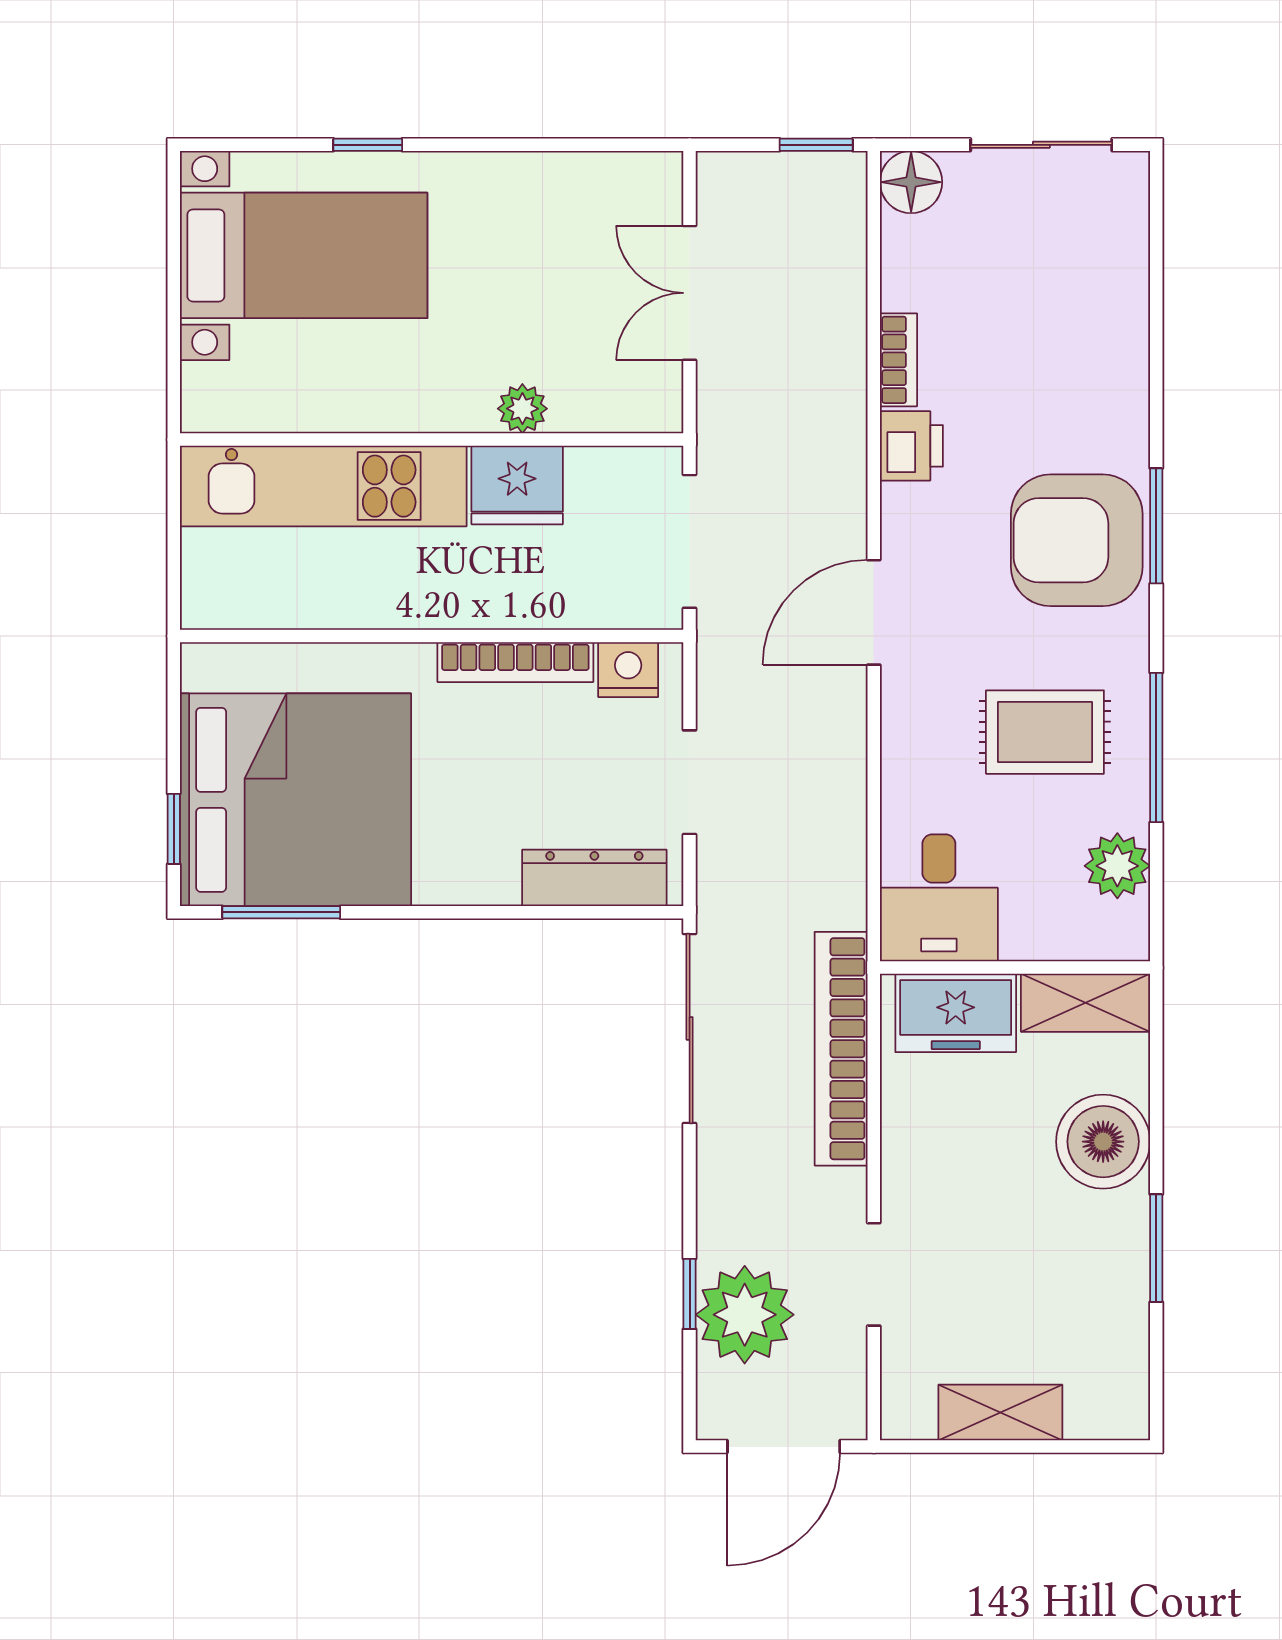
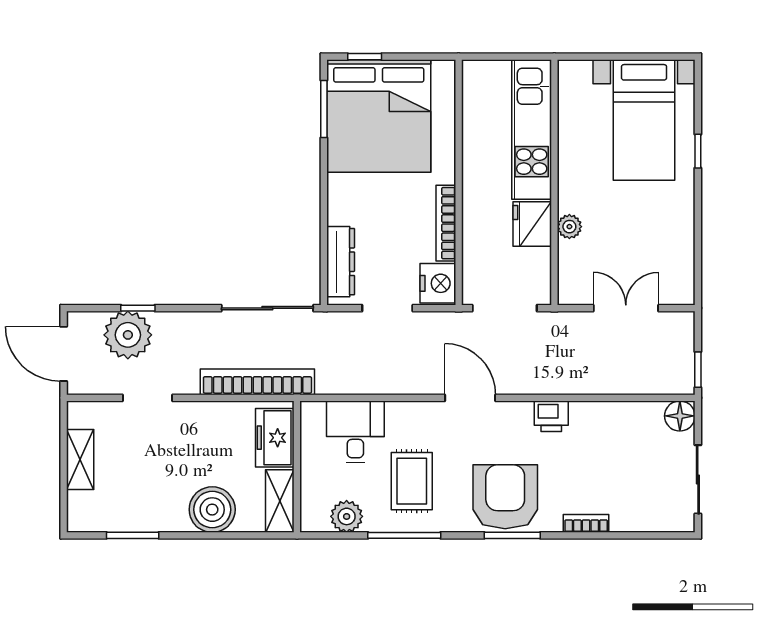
bookcase: (899, 360) -> (586, 523), moved, turned 180
nightstand: (628, 670) -> (438, 283), width x1.36, depth x1.33
desk: (939, 898) -> (355, 432), moved, turned 90
window: (1156, 1248) -> (133, 535), moved

